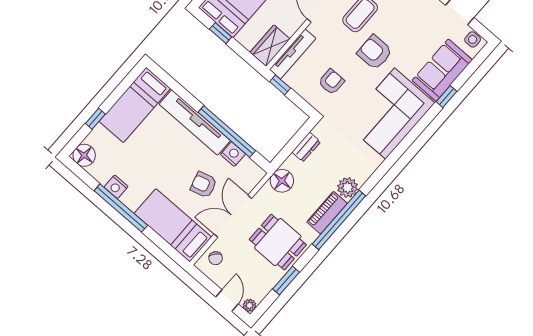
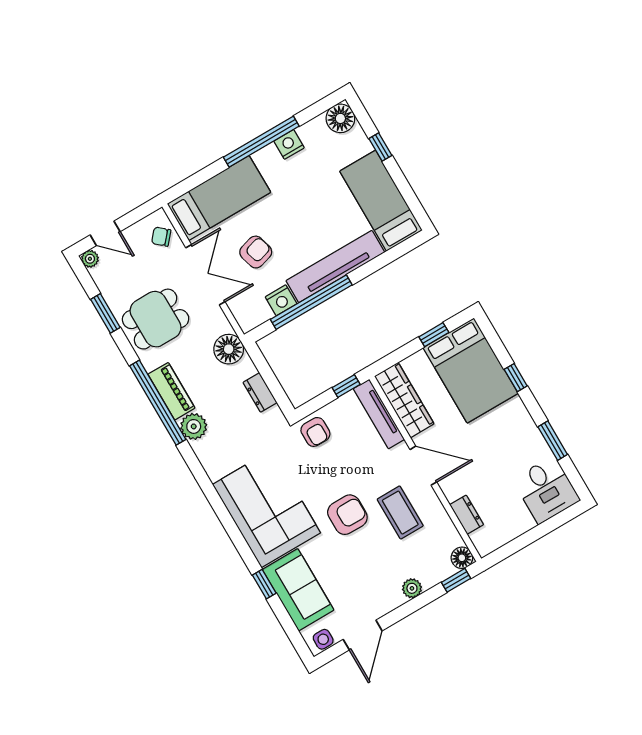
wardrobe: (270, 46) -> (404, 400), width x1.50
armchair: (331, 82) -> (315, 432), moved

